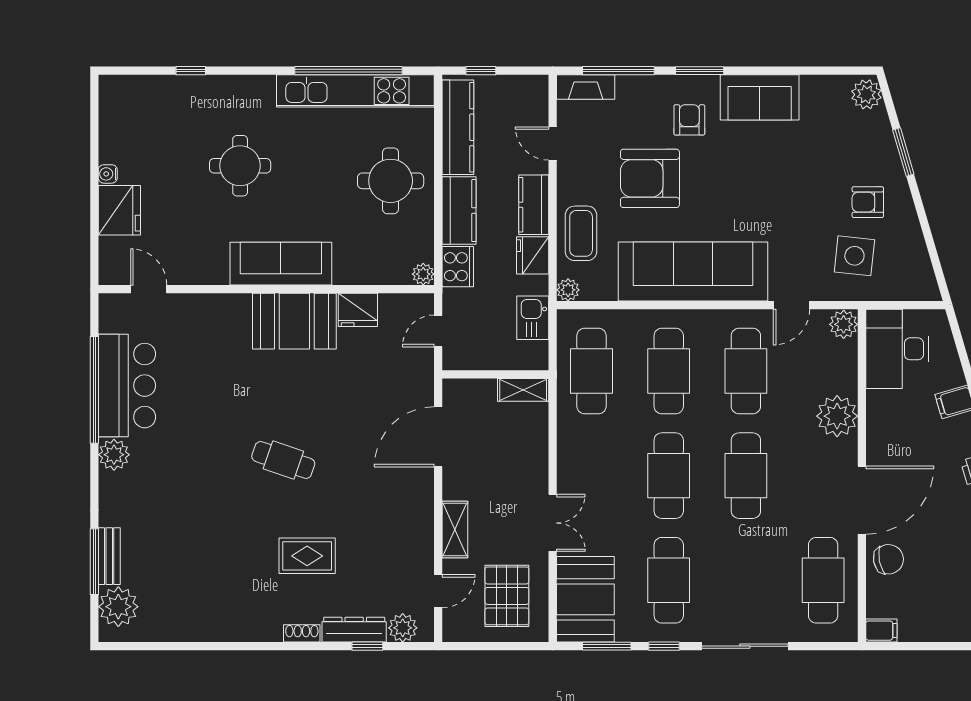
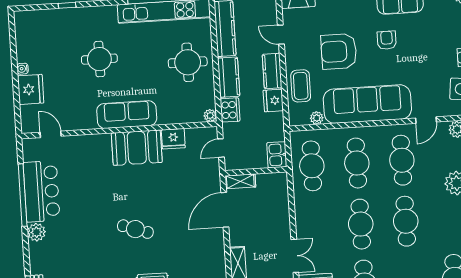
armchair: (689, 120) -> (387, 40), moved
plant: (568, 290) -> (317, 118), moved
kitchen sink: (533, 318) -> (277, 155), moved
shelving: (523, 390) -> (240, 181), moved

